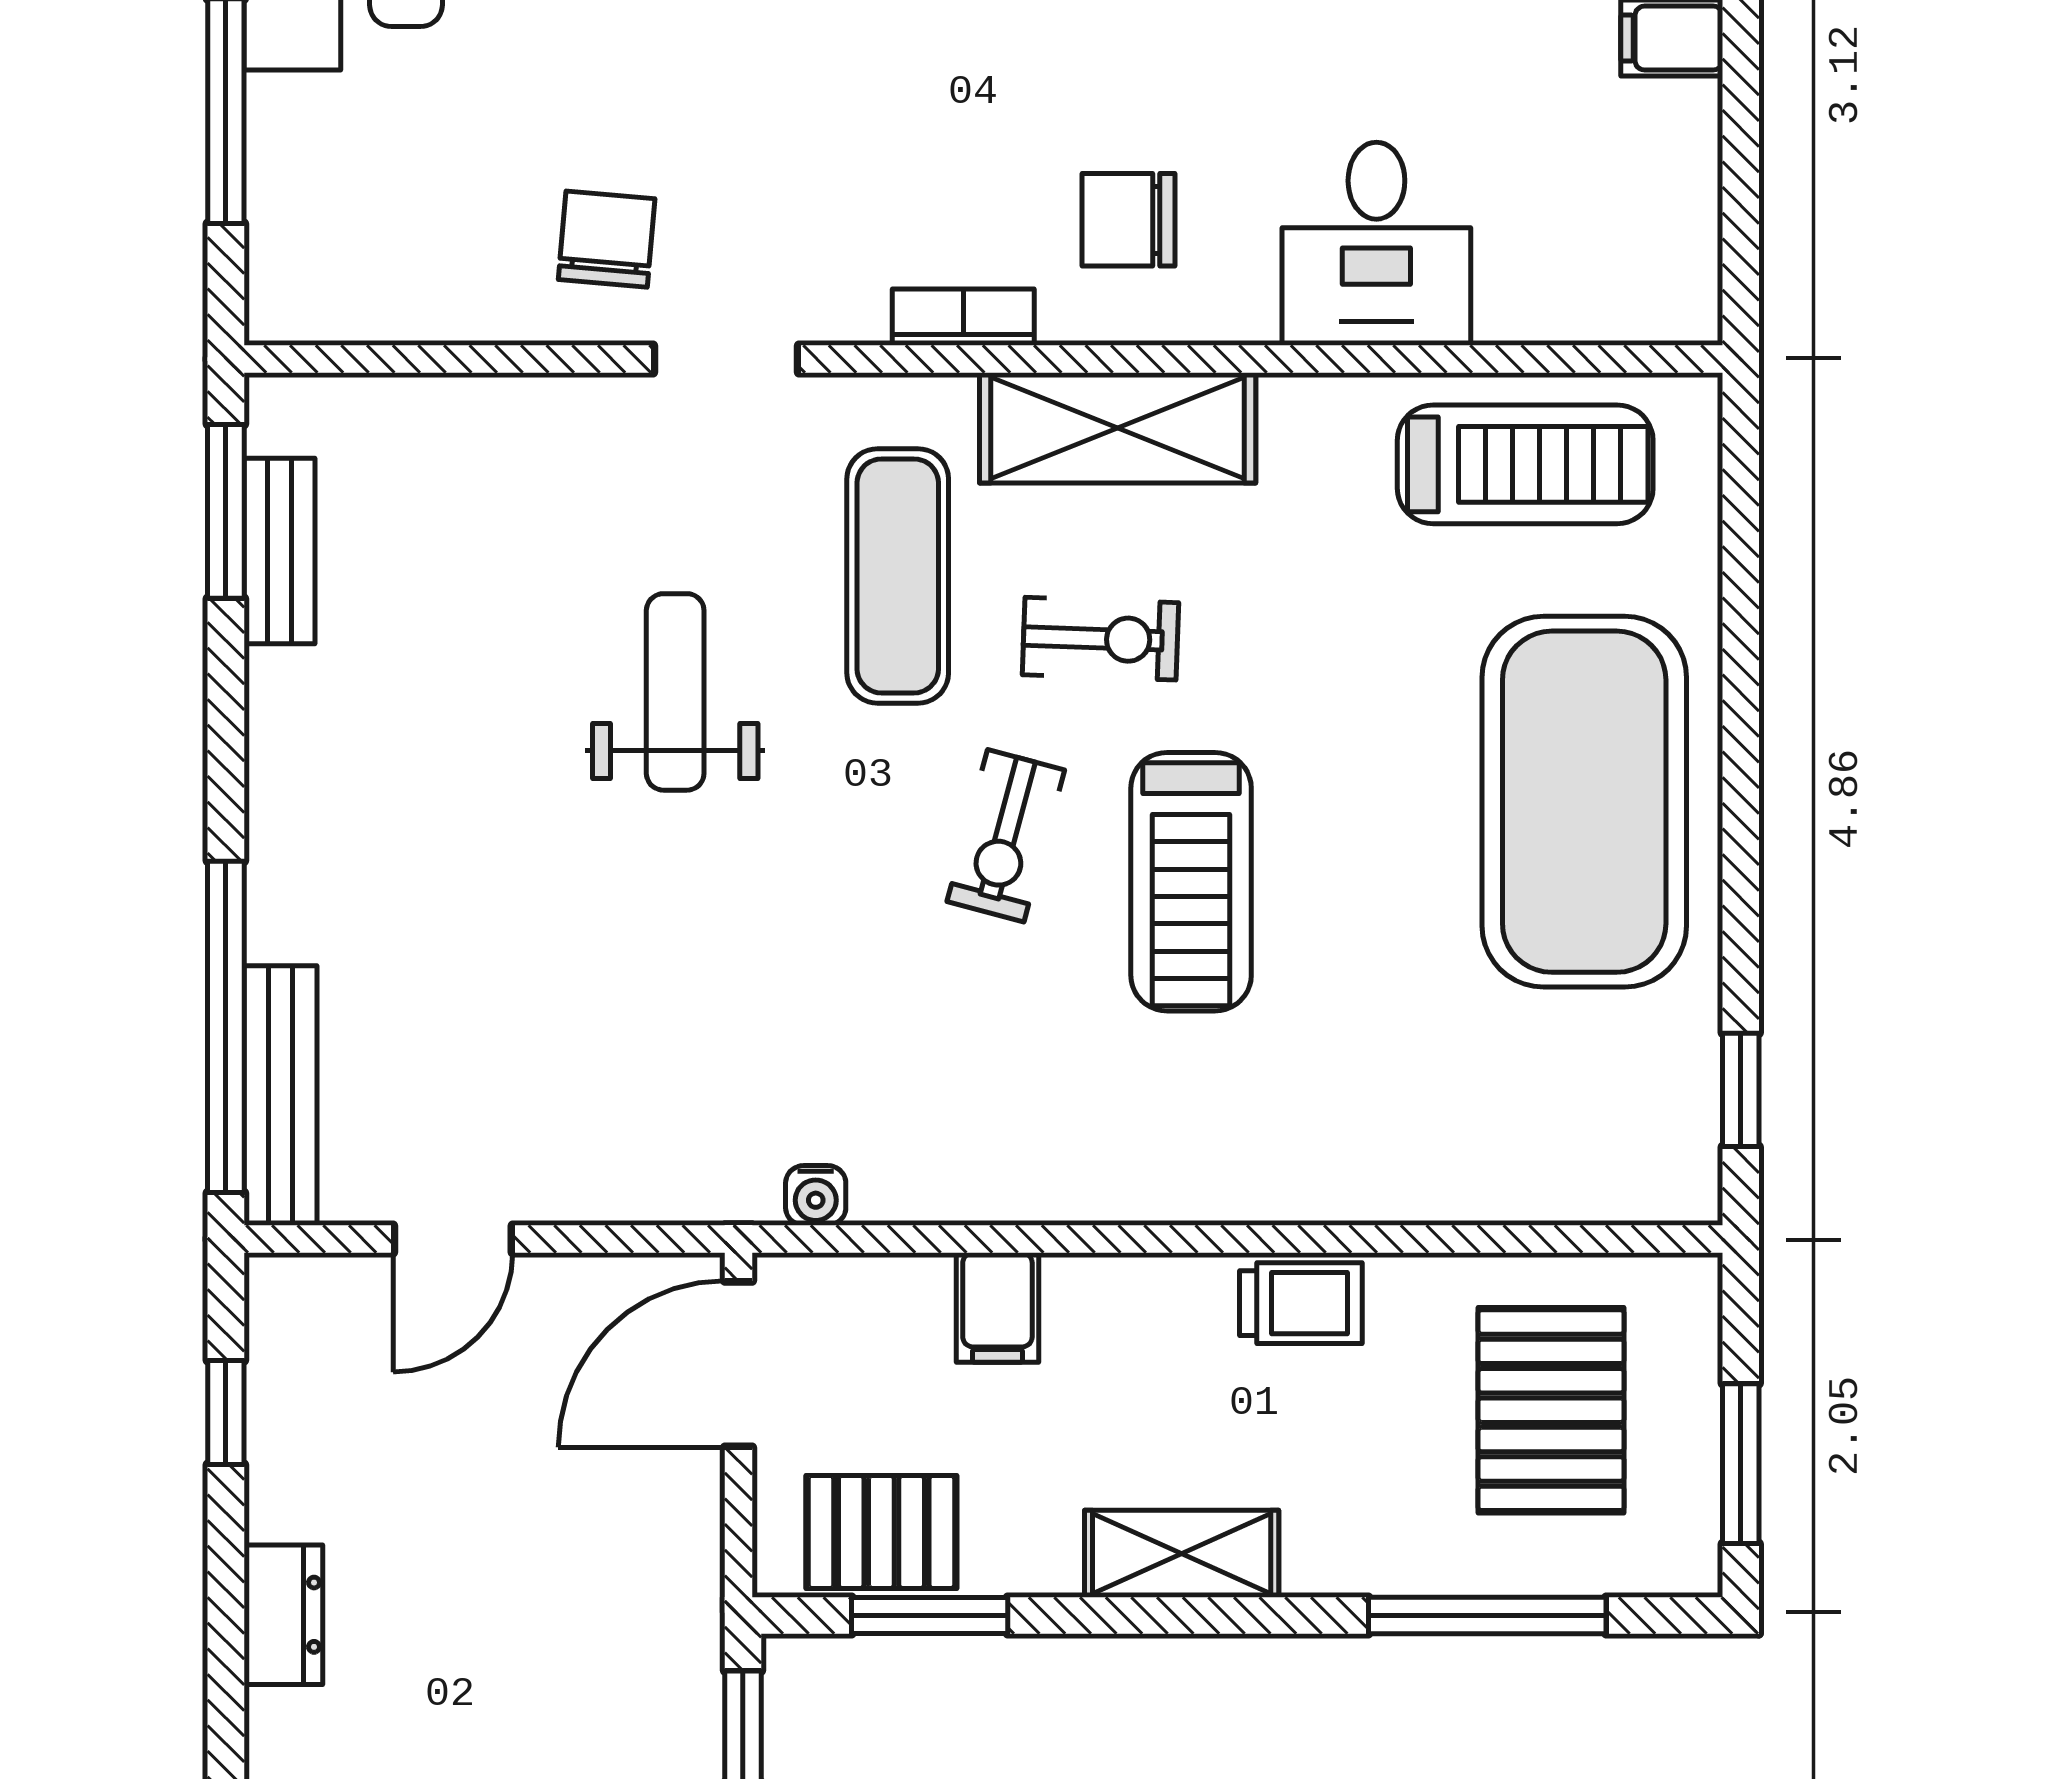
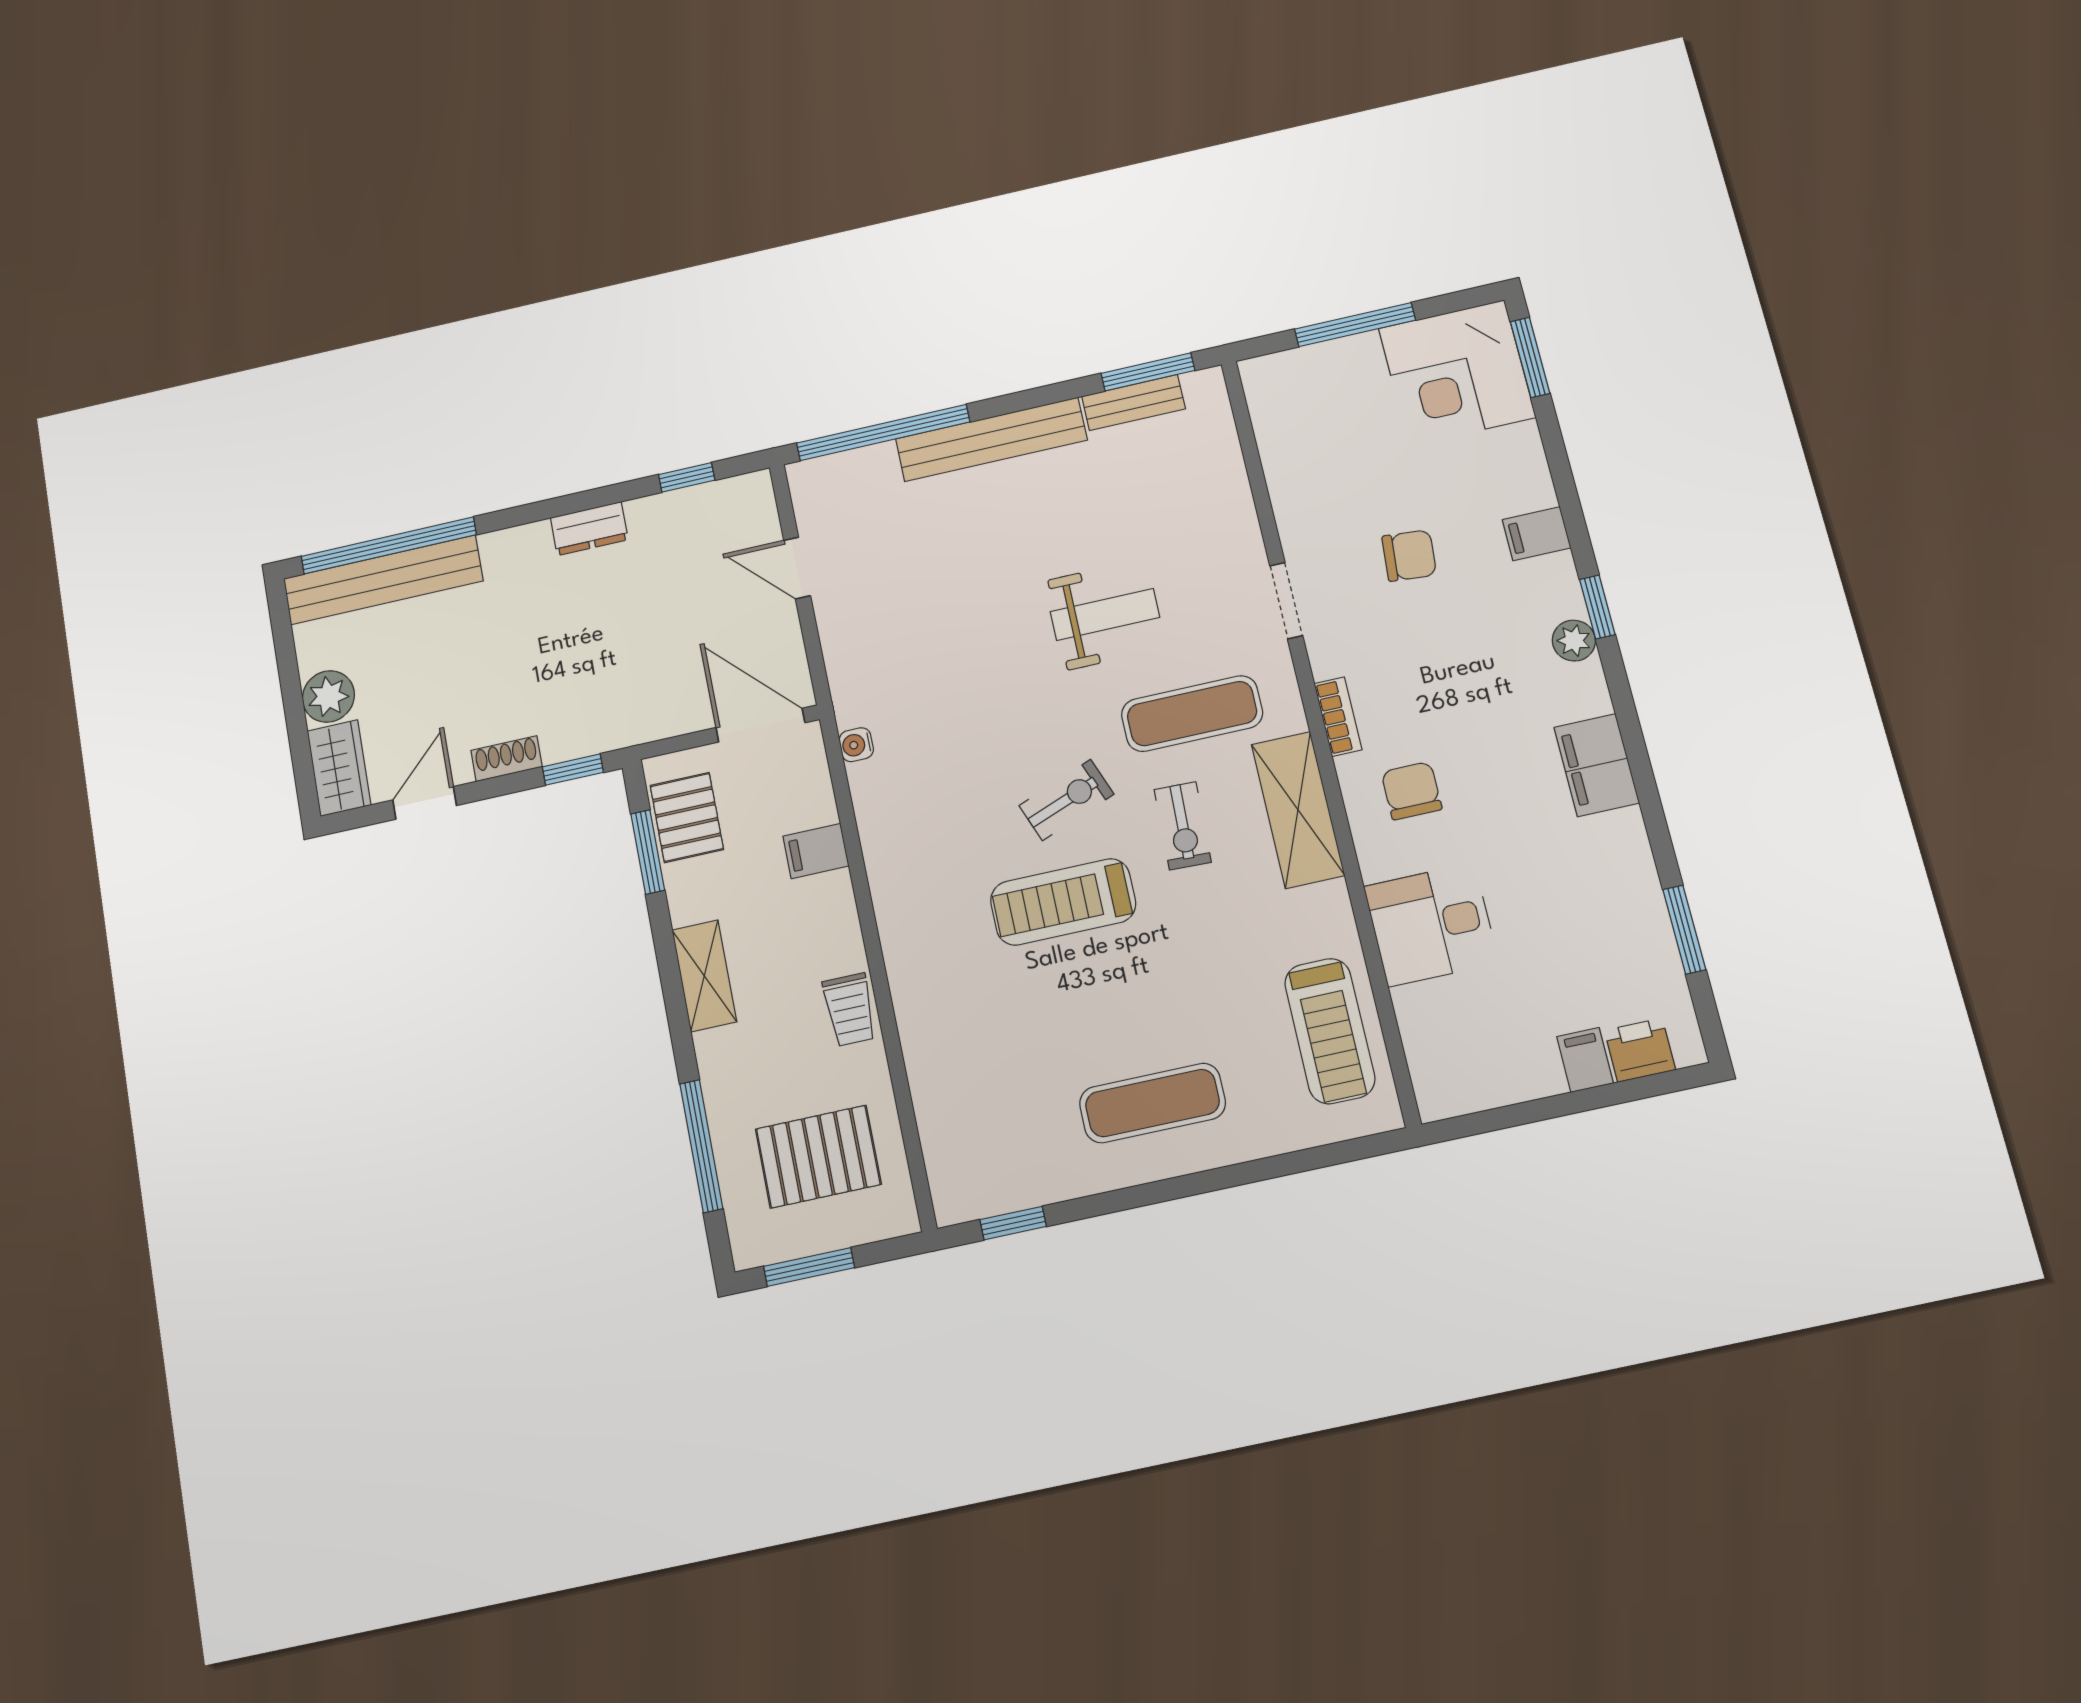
chair: (607, 239) -> (1409, 556), moved
exercise mat: (1584, 802) -> (1152, 1103), width x0.50, depth x0.69
exercise bike: (1006, 836) -> (1066, 800), turned 144
bench: (280, 1095) -> (991, 439), moved, width x1.37, depth x1.21

